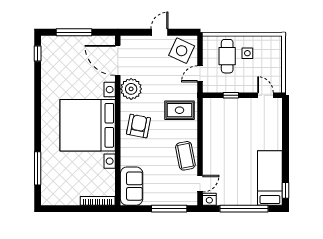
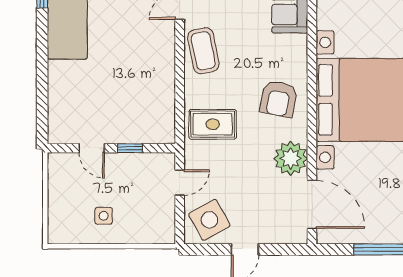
side table: (182, 51) -> (209, 220), turned 36
cafe table: (227, 56) -> (136, 211), removed
door: (265, 95) -> (92, 148), moved

